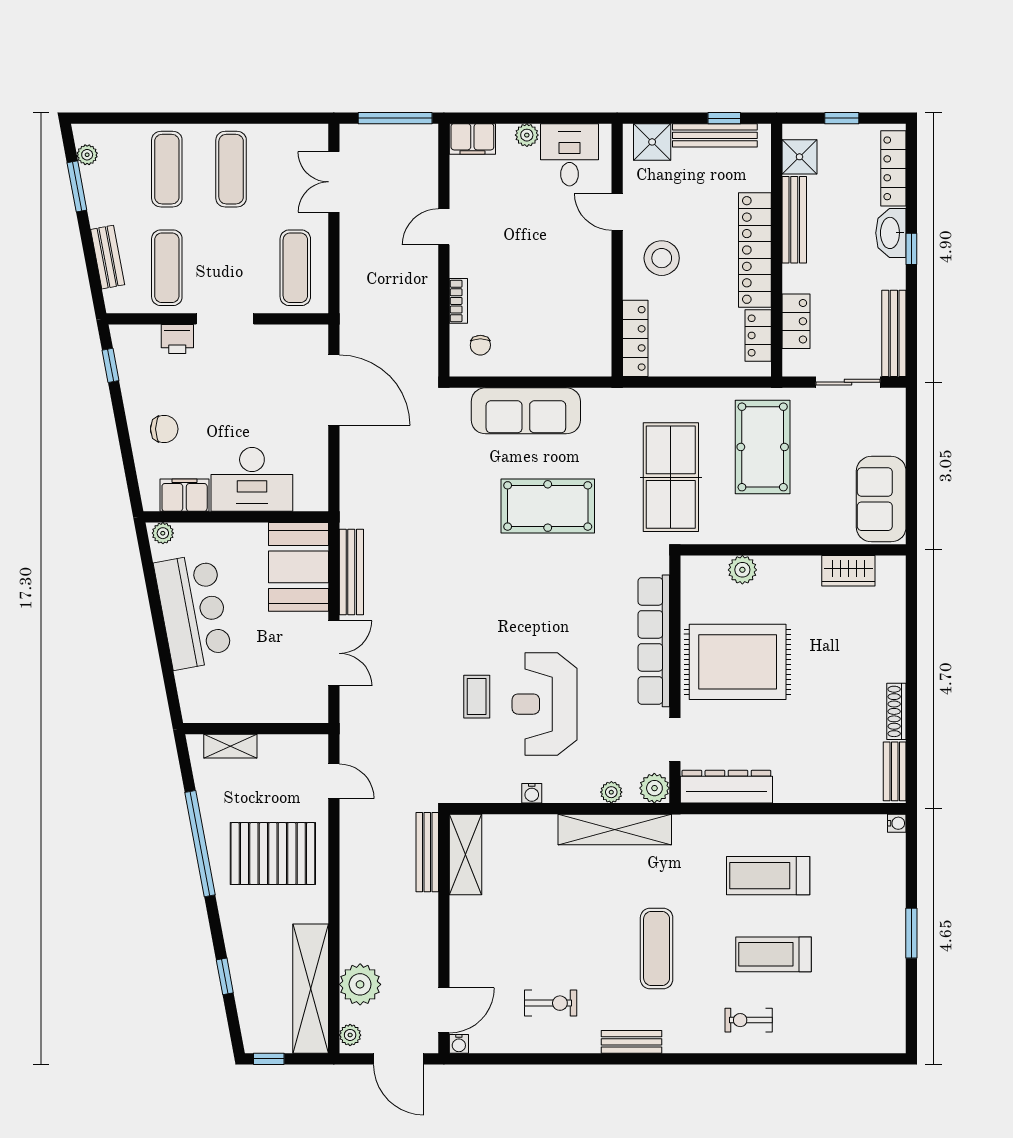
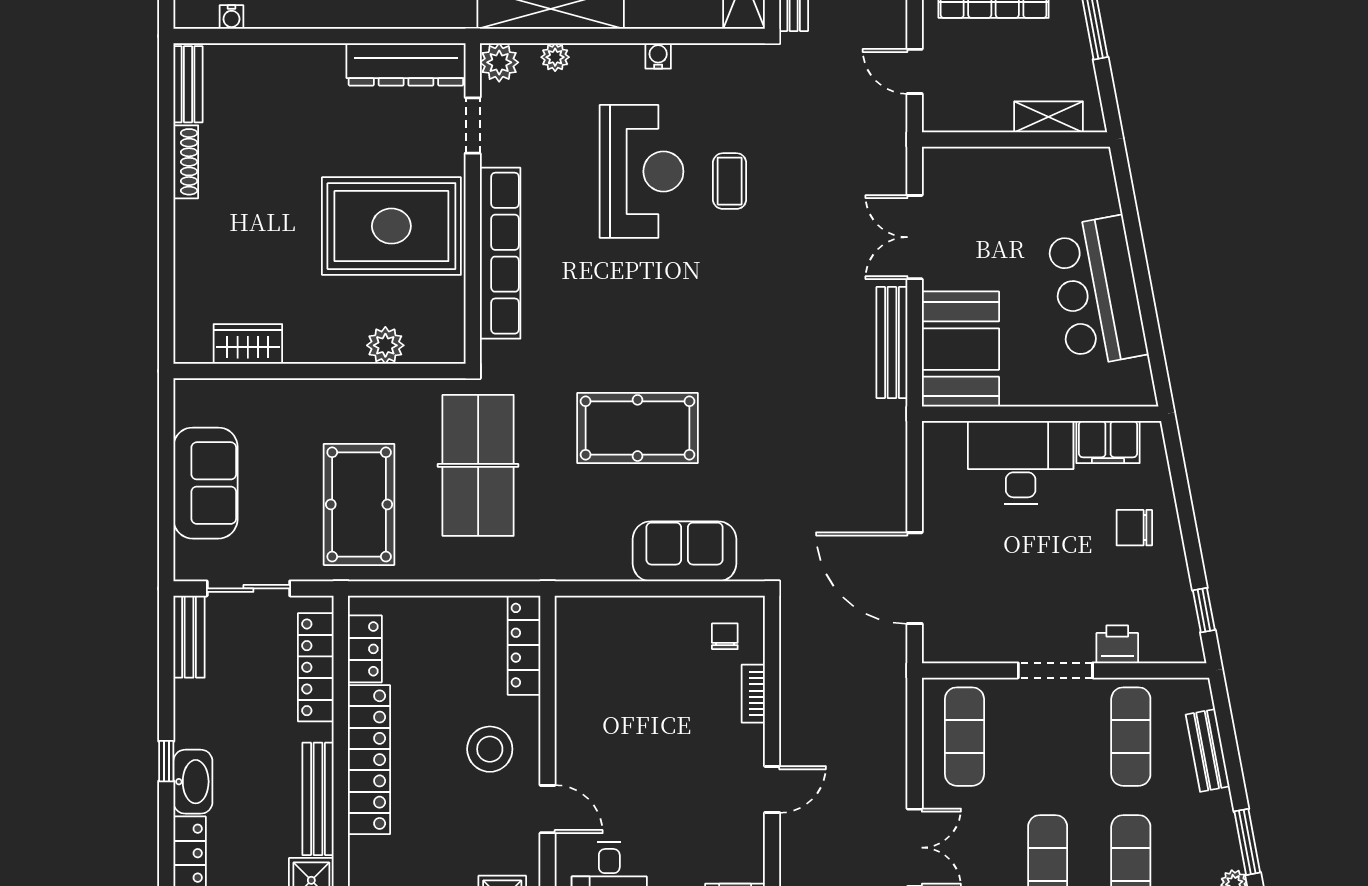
locker: (796, 321) -> (316, 667), width x1.53
bench: (894, 333) -> (189, 637), width x0.73
sofa: (526, 411) -> (684, 551), width x0.73
sofa: (881, 499) -> (205, 483), moved
plant: (163, 533) -> (1136, 393), removed
water cooler: (897, 823) -> (231, 17), moved, turned -90

